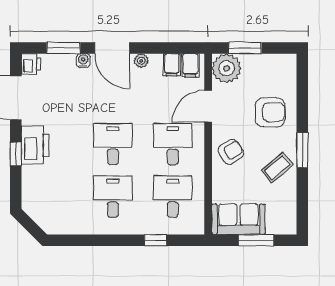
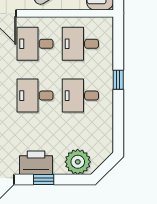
plant: (36, 193) -> (78, 162), added
window: (155, 240) -> (118, 80), moved

